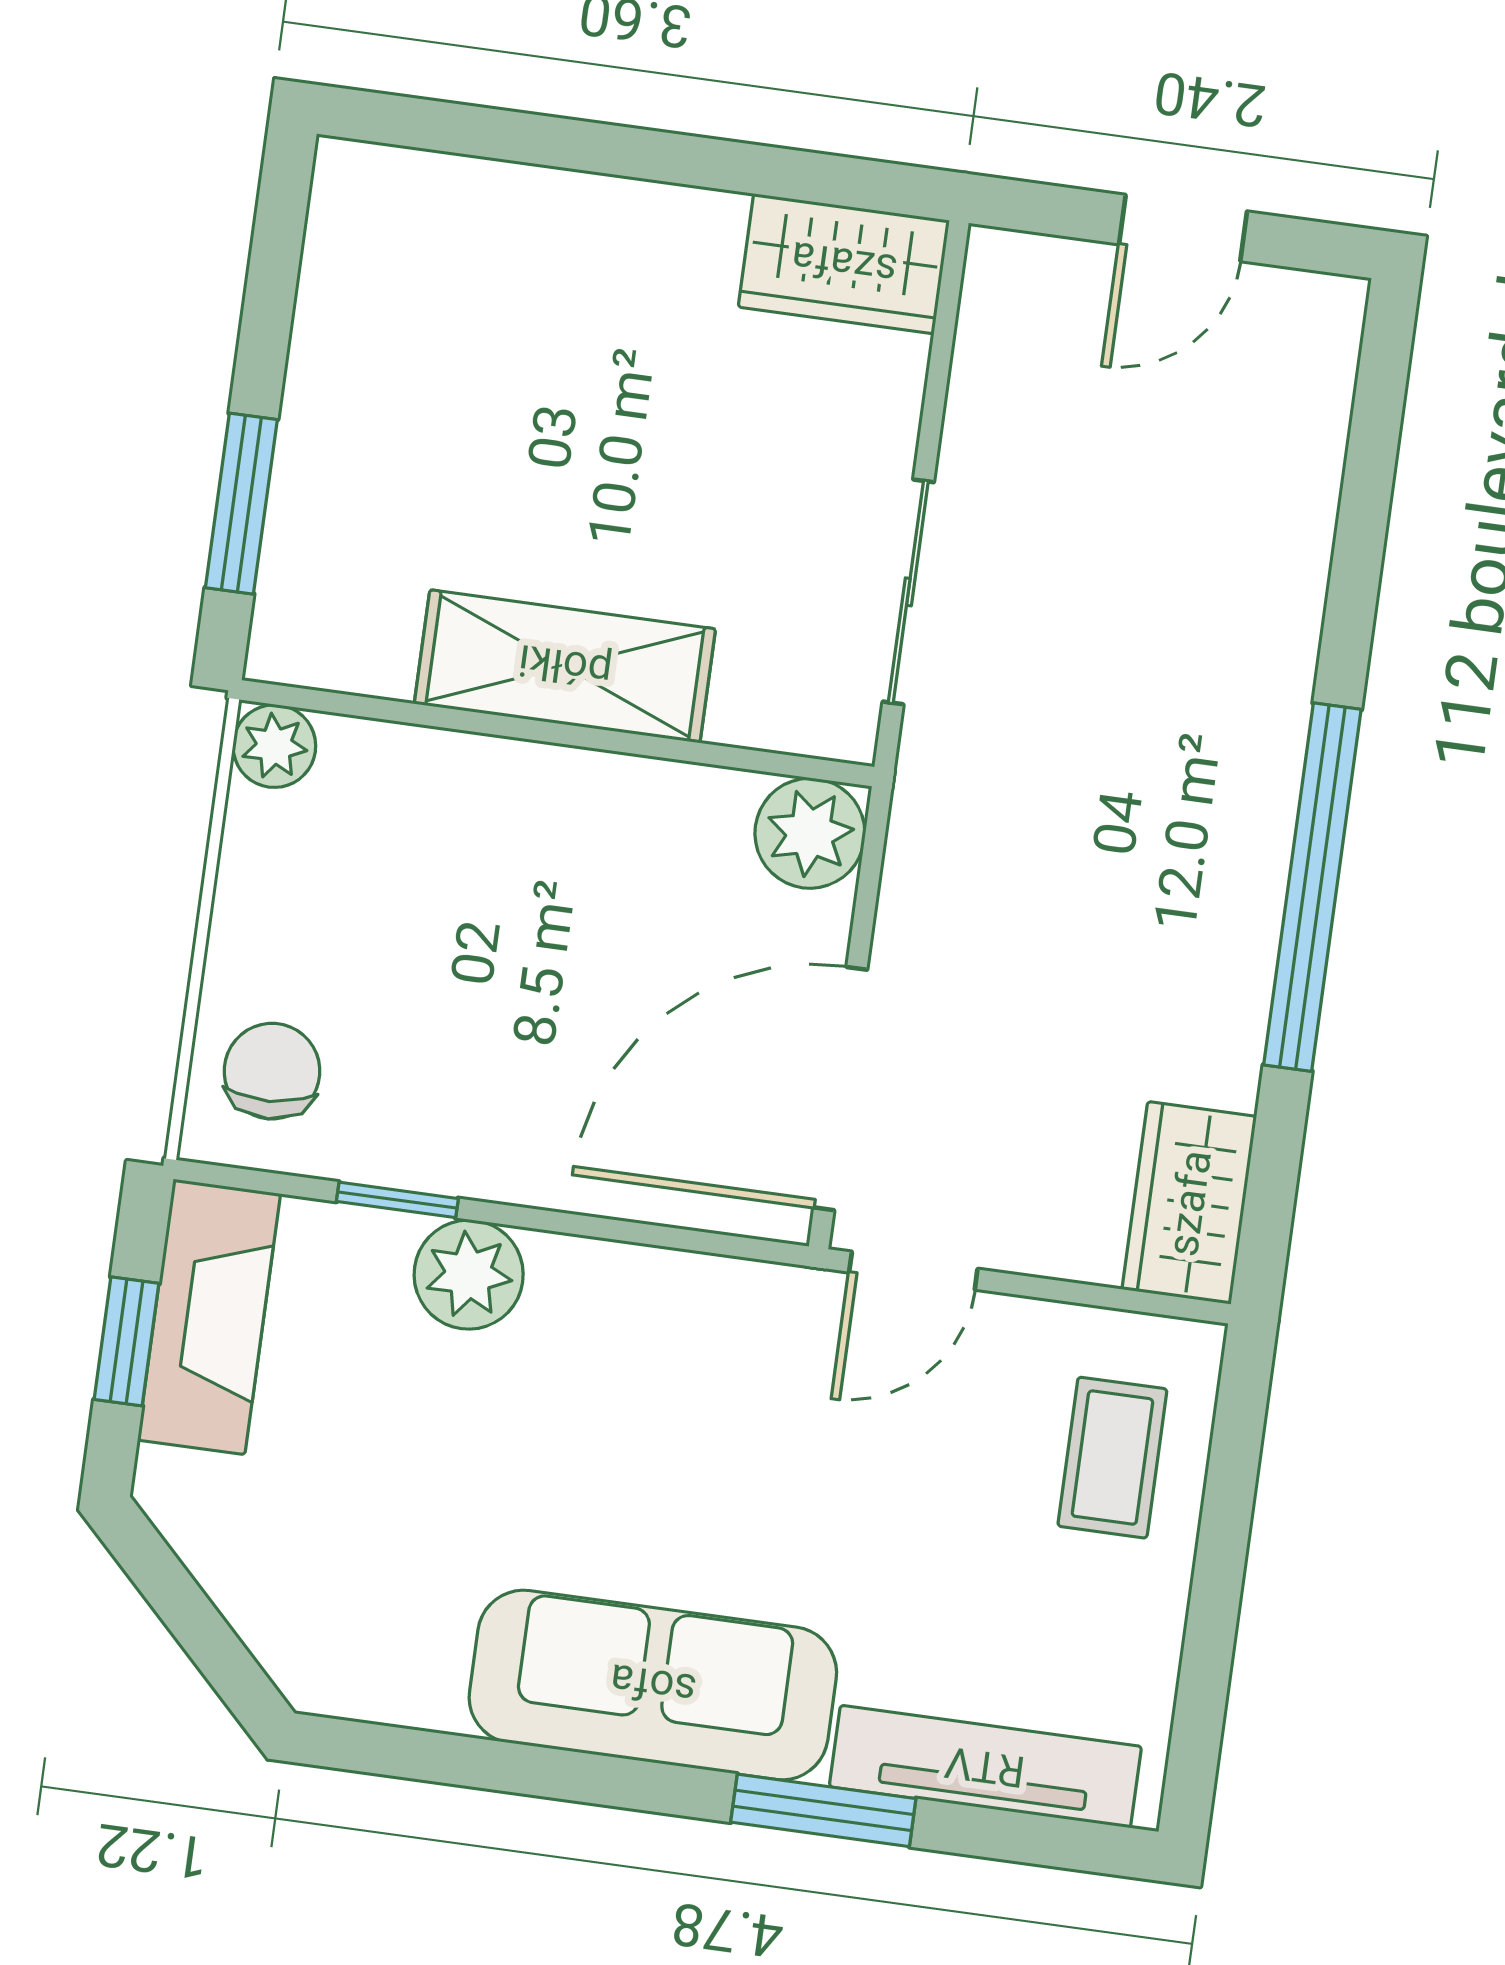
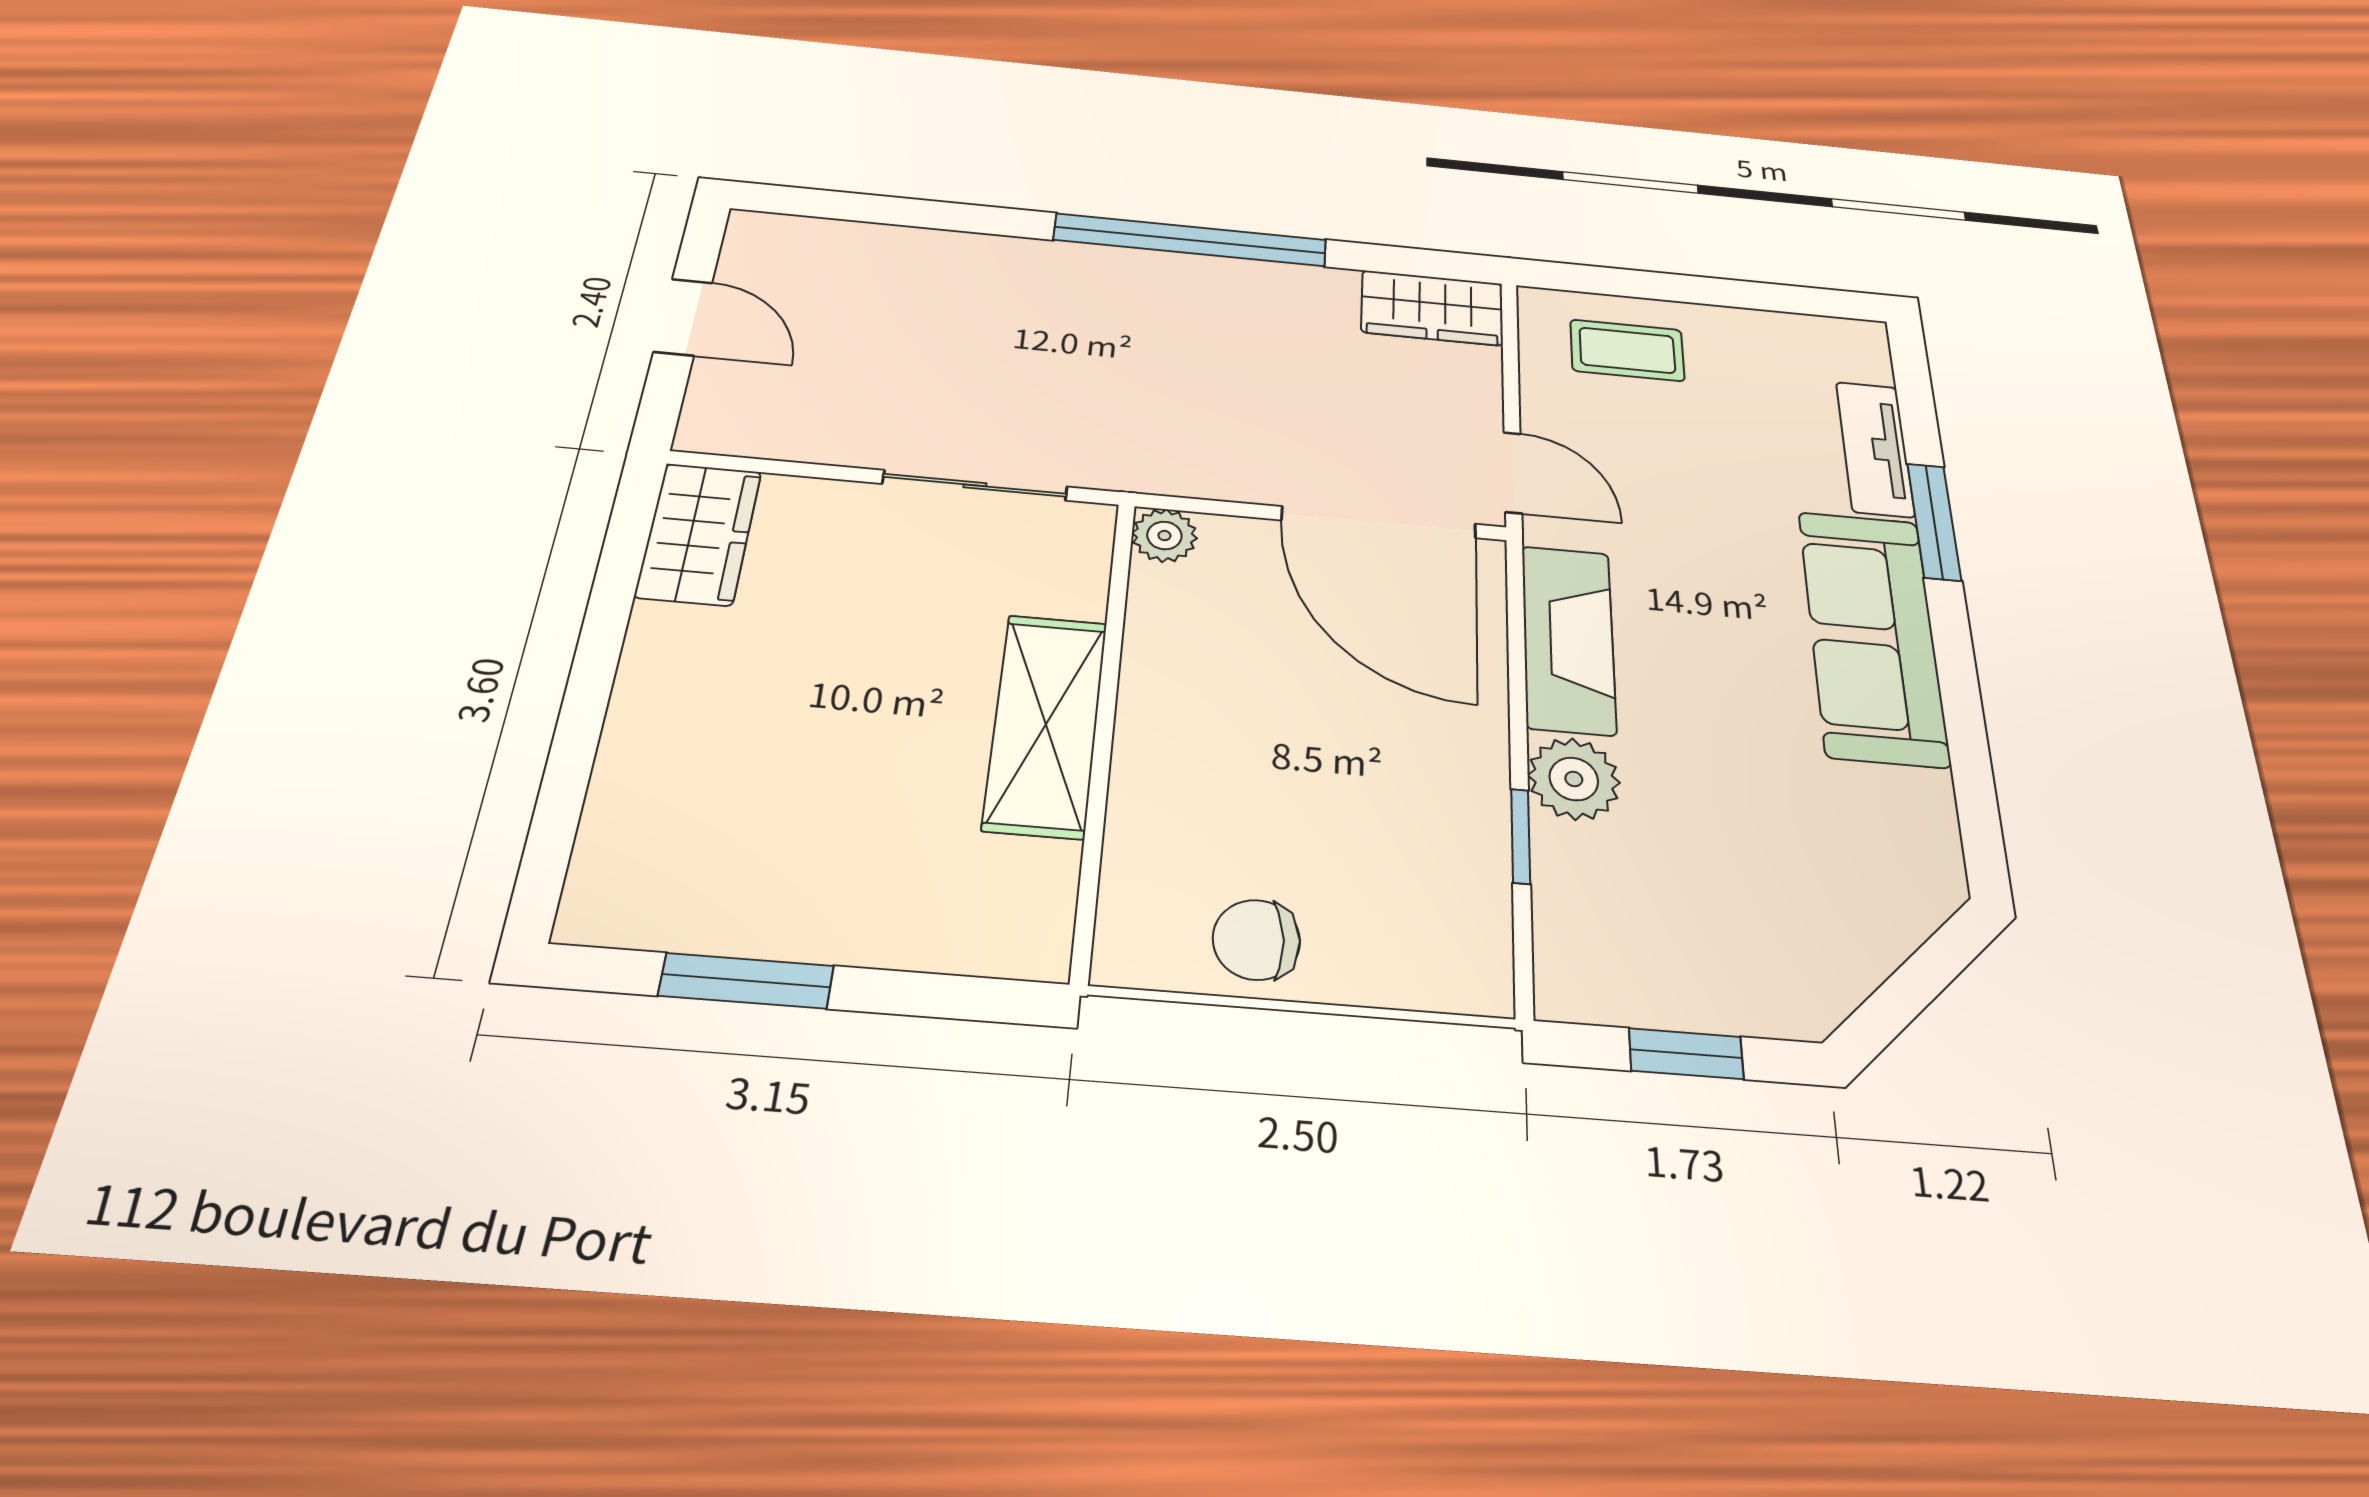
window: (241, 504) -> (746, 981), moved
plant: (274, 746) -> (1129, 954), removed
plant: (810, 833) -> (1164, 536), width x0.73, depth x0.73
chair: (272, 1071) -> (1256, 940), moved
fireplace: (209, 1317) -> (1568, 639), moved, turned 90
tv unit: (985, 1767) -> (1875, 449), width x0.71

